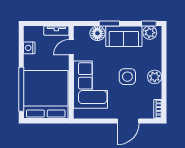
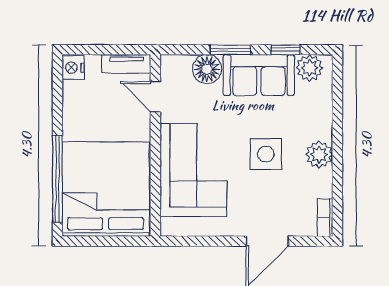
window: (149, 23) -> (286, 50), moved
door: (71, 47) -> (155, 97), hinge flipped
nightstand: (29, 48) -> (73, 68), moved

